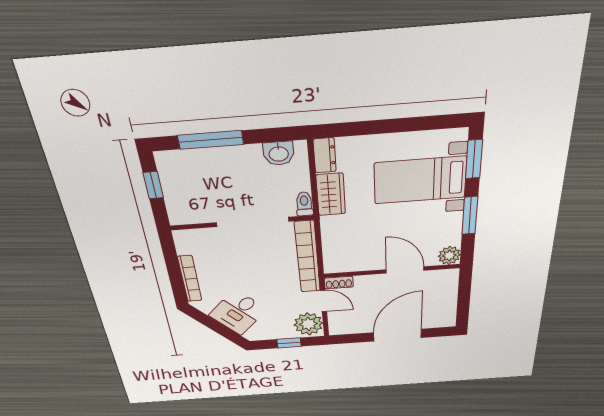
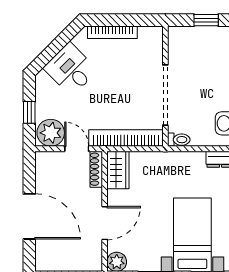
wardrobe: (331, 194) -> (118, 170), moved, turned -90
shoe rack: (339, 283) -> (96, 169), width x1.43
door: (324, 301) -> (77, 149), swing flipped

